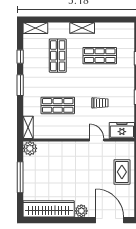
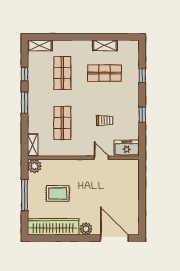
shelving: (82, 28) -> (105, 45), moved
shop shelf: (58, 105) -> (62, 123), turned 90
rug: (122, 172) -> (58, 193), moved, turned 90

